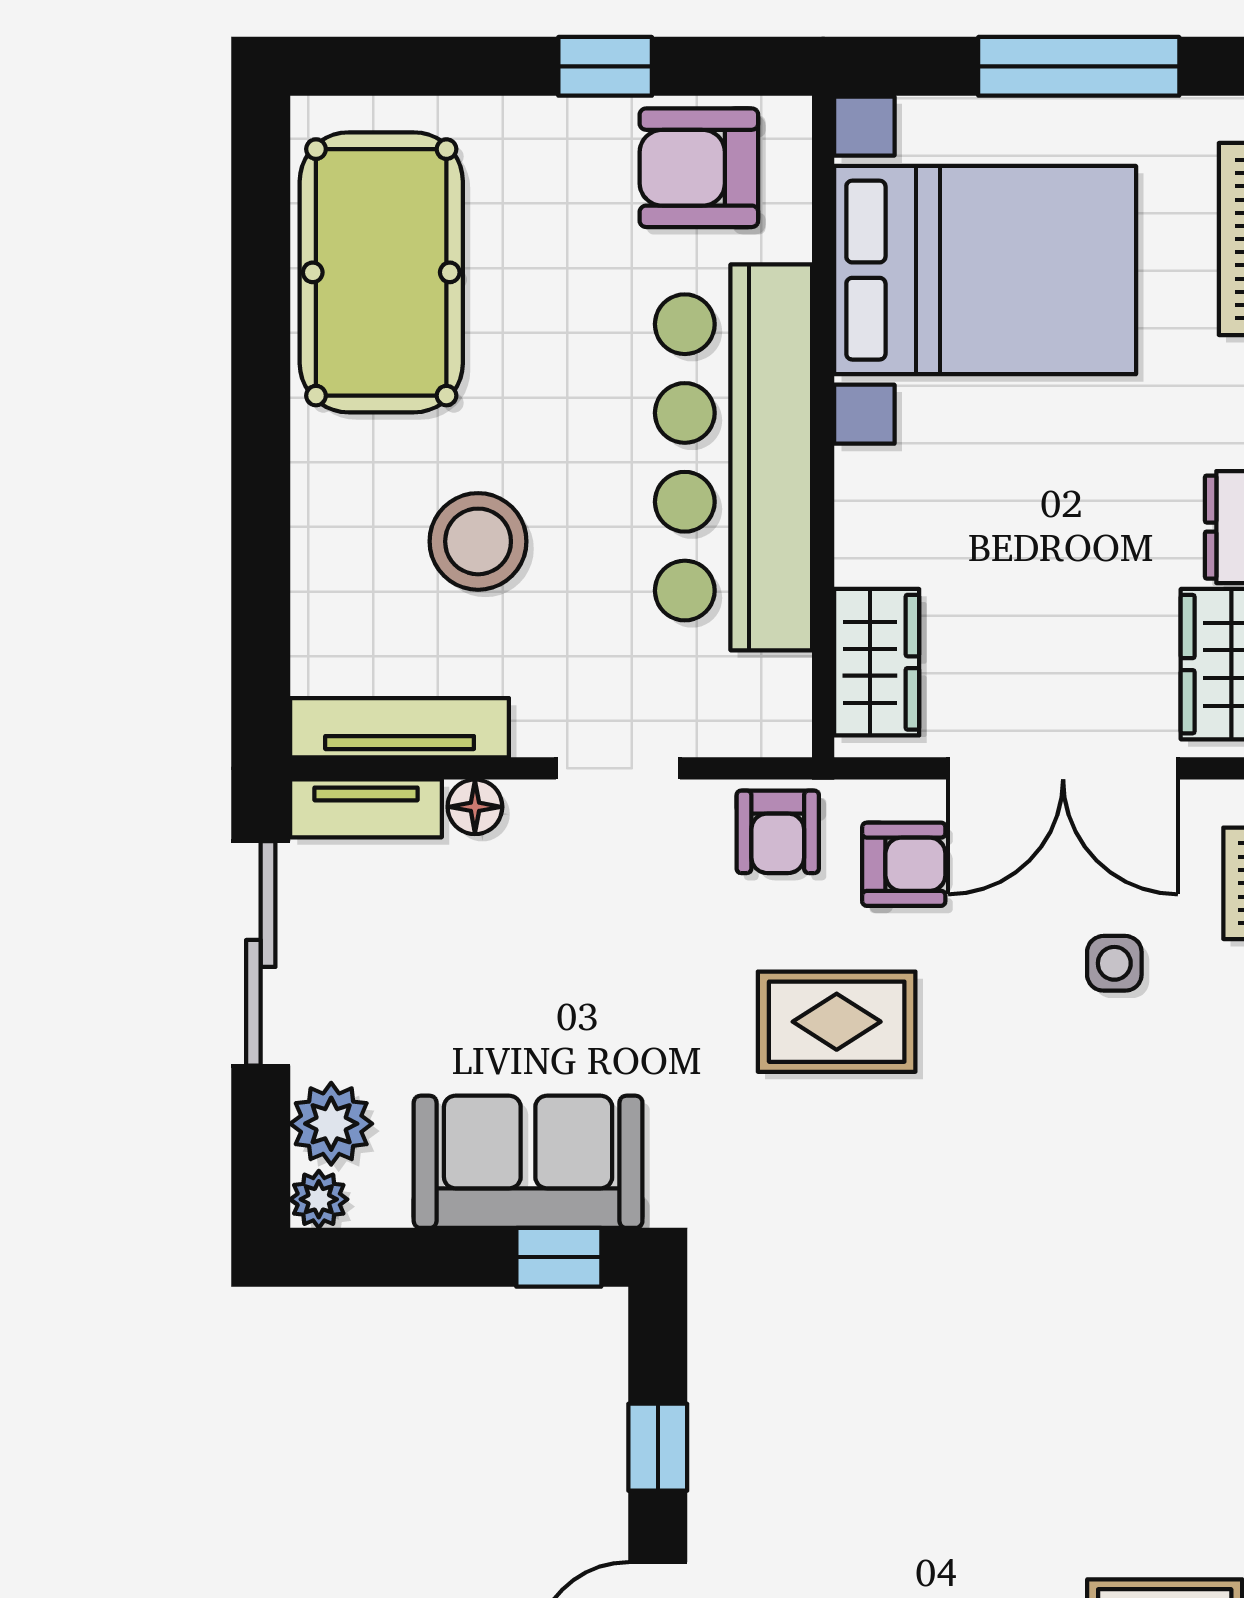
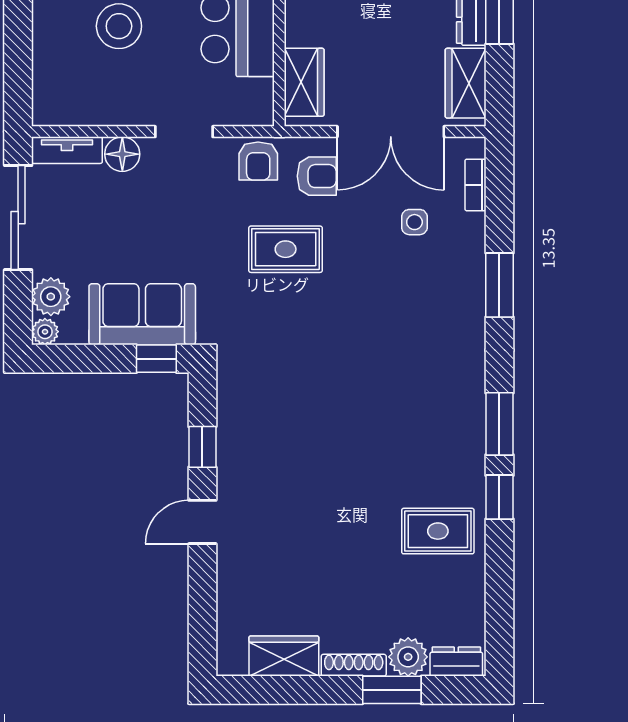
tv unit: (400, 728) -> (83, 113), removed
floor lamp: (475, 807) -> (122, 154), width x1.37, depth x1.37

